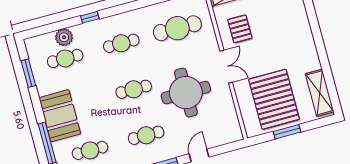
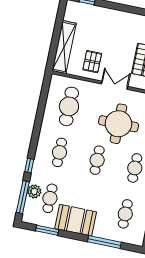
window: (51, 28) -> (23, 197), added
pallet: (240, 29) -> (92, 62), turned 90
booth: (60, 116) -> (76, 220), moved

